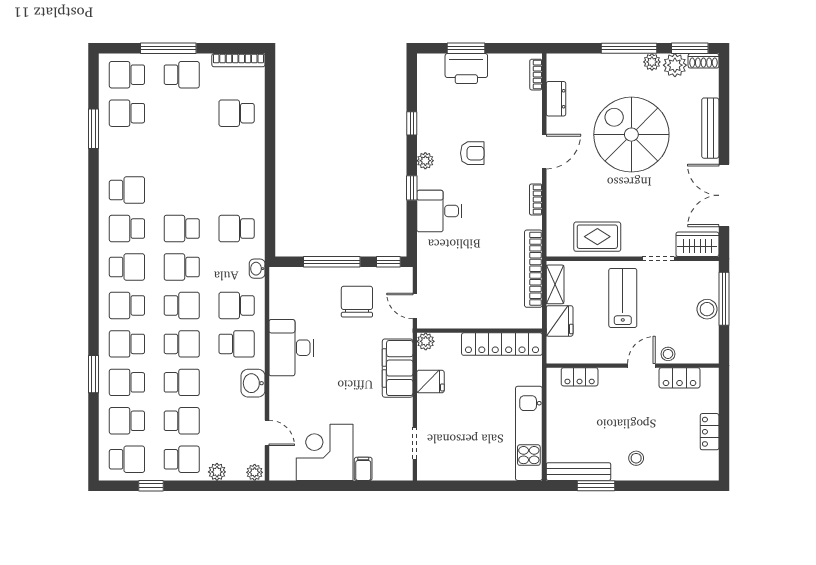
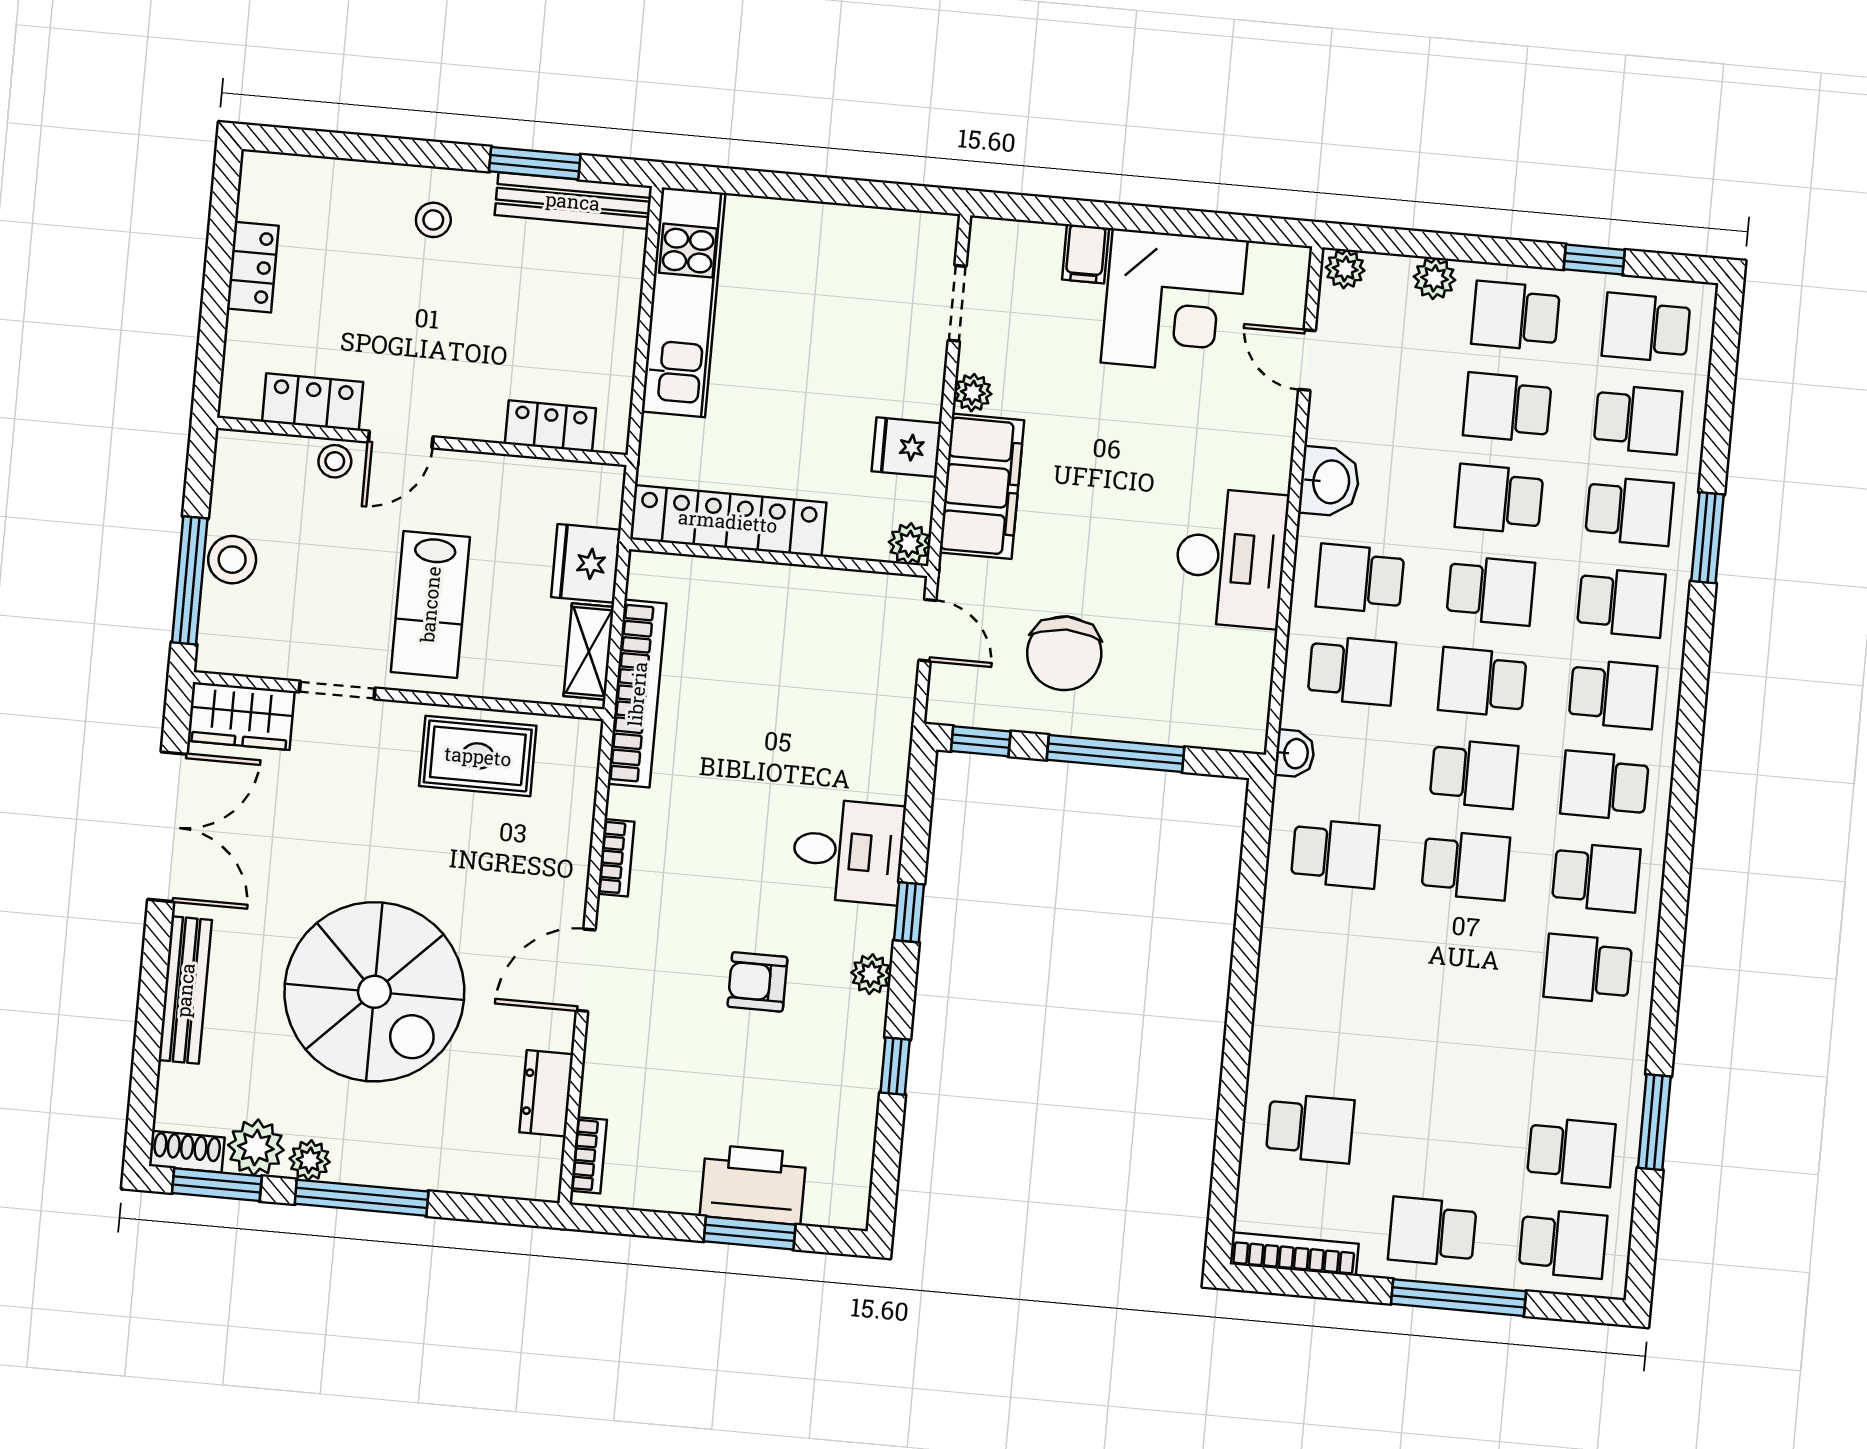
school desk: (182, 344) -> (1491, 591), turned 180
plant: (405, 407) -> (973, 393), added

